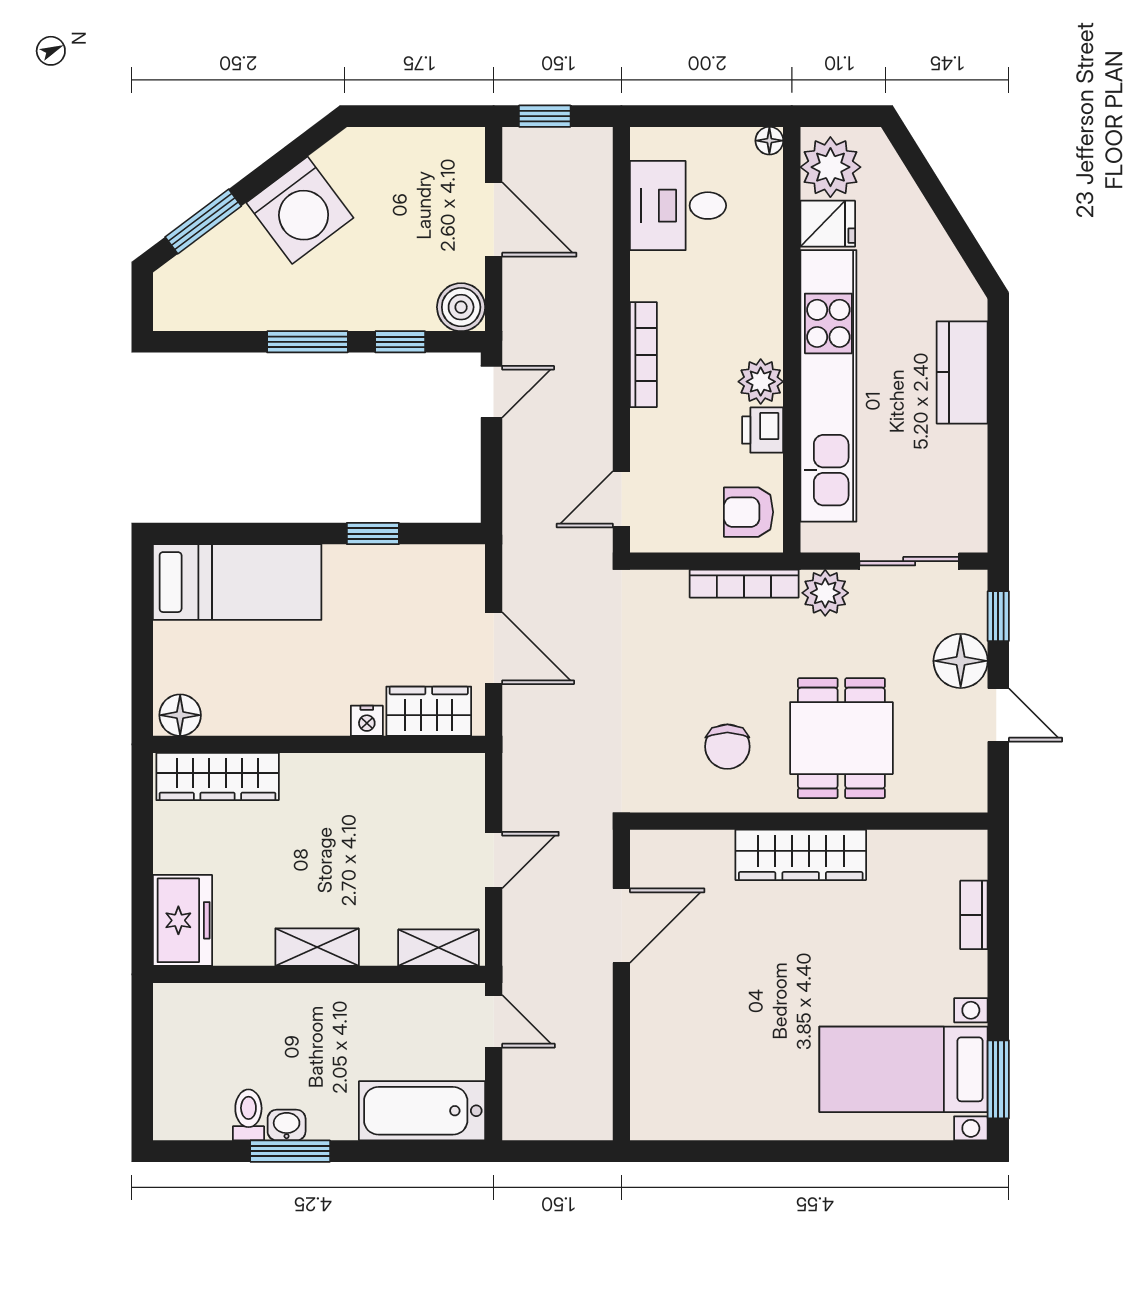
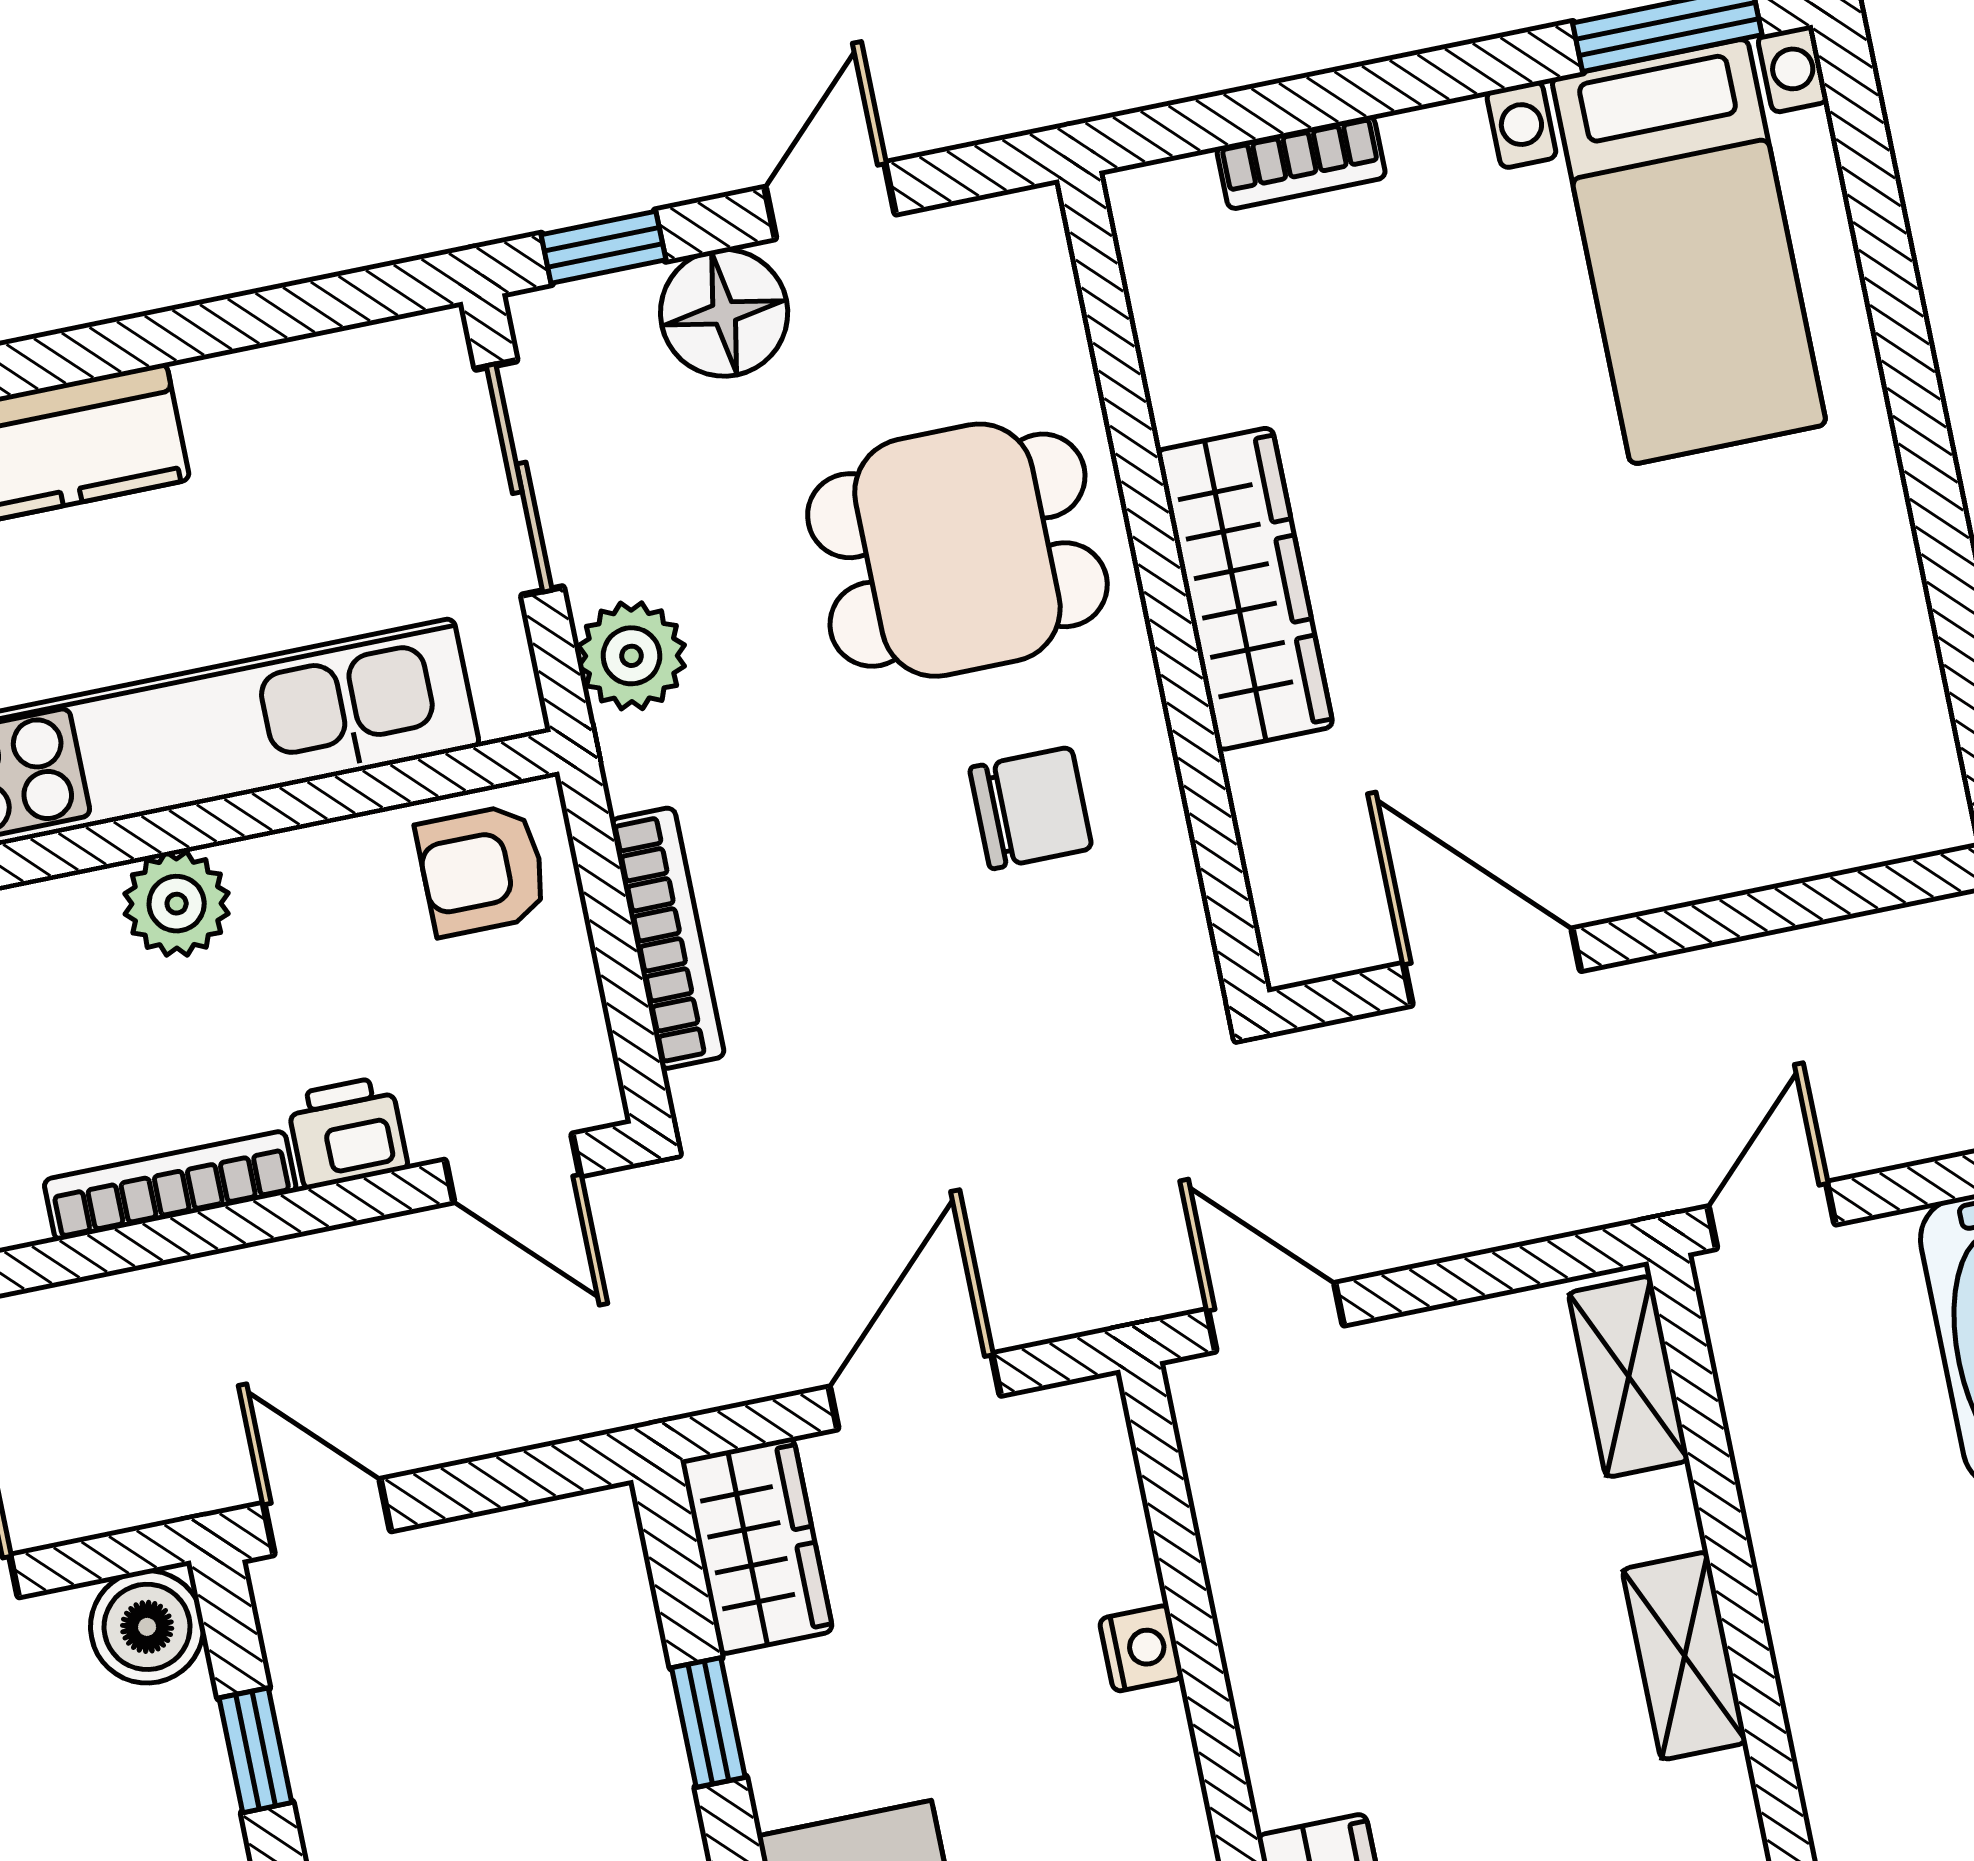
printer: (763, 430) -> (347, 1132), moved, turned 180
armchair: (749, 512) -> (482, 870), turned 90
bookcase: (744, 584) -> (667, 938), moved
wardrobe: (429, 711) -> (757, 1546), moved, turned 180
door: (494, 860) -> (1275, 1317), moved

